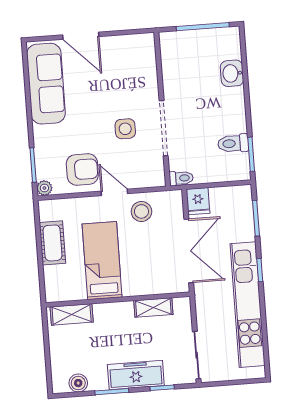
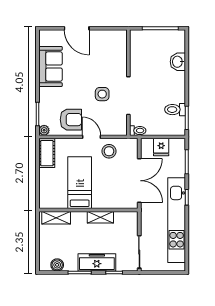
sofa: (46, 84) -> (51, 66), width x0.73
fridge: (198, 201) -> (161, 147), moved
cot: (53, 243) -> (47, 153), moved
shelving: (153, 307) -> (100, 217), moved

